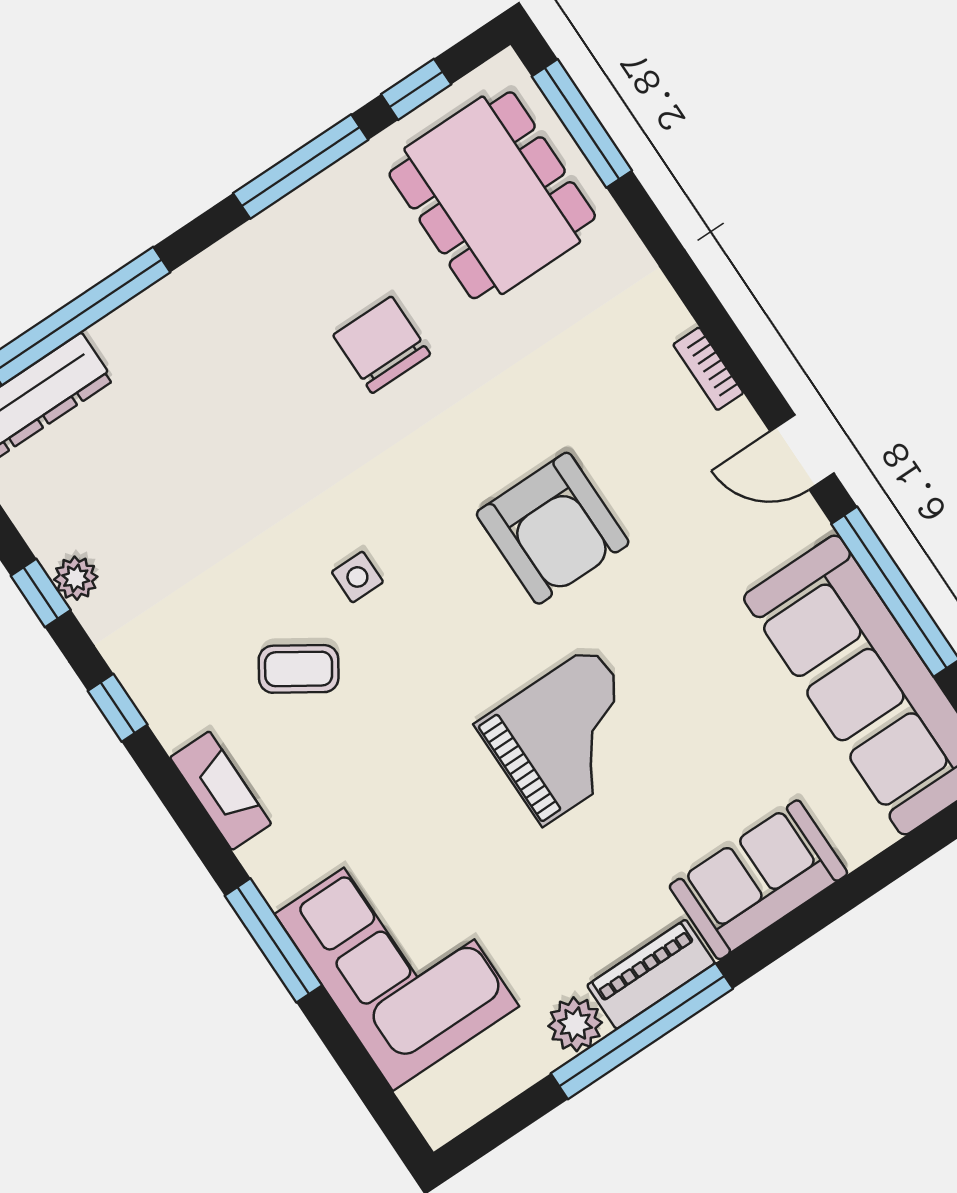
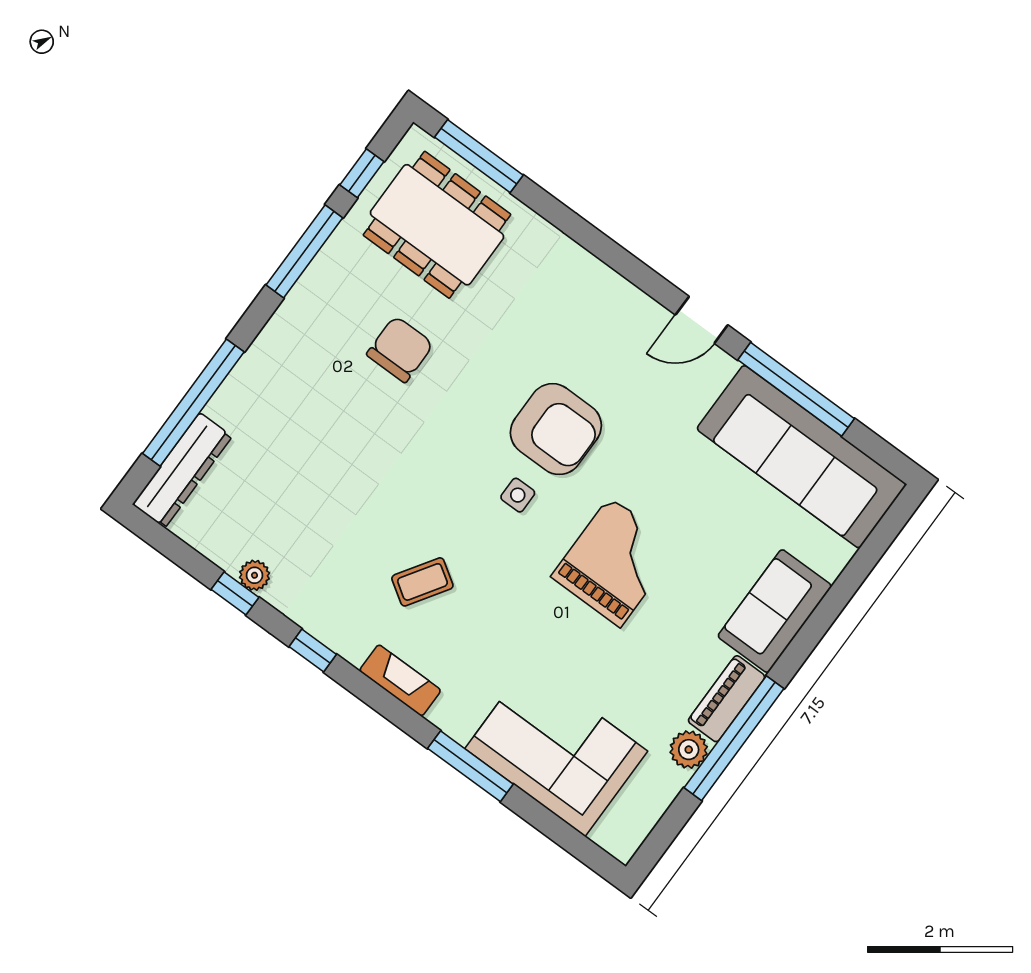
chair: (382, 345) -> (400, 349), turned 90
bookcase: (708, 369) -> (620, 287), removed
side table: (357, 577) -> (518, 495), moved

